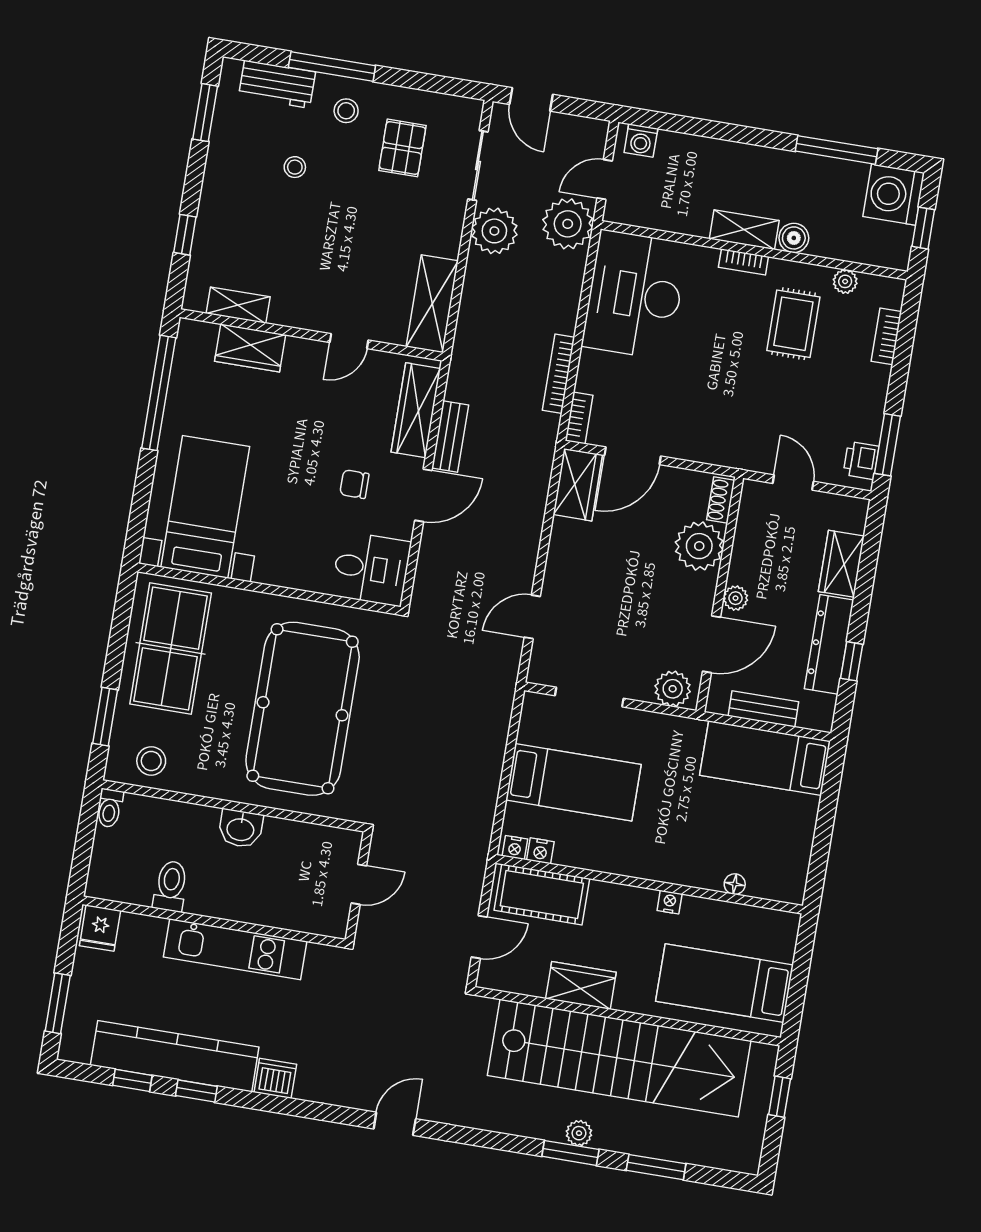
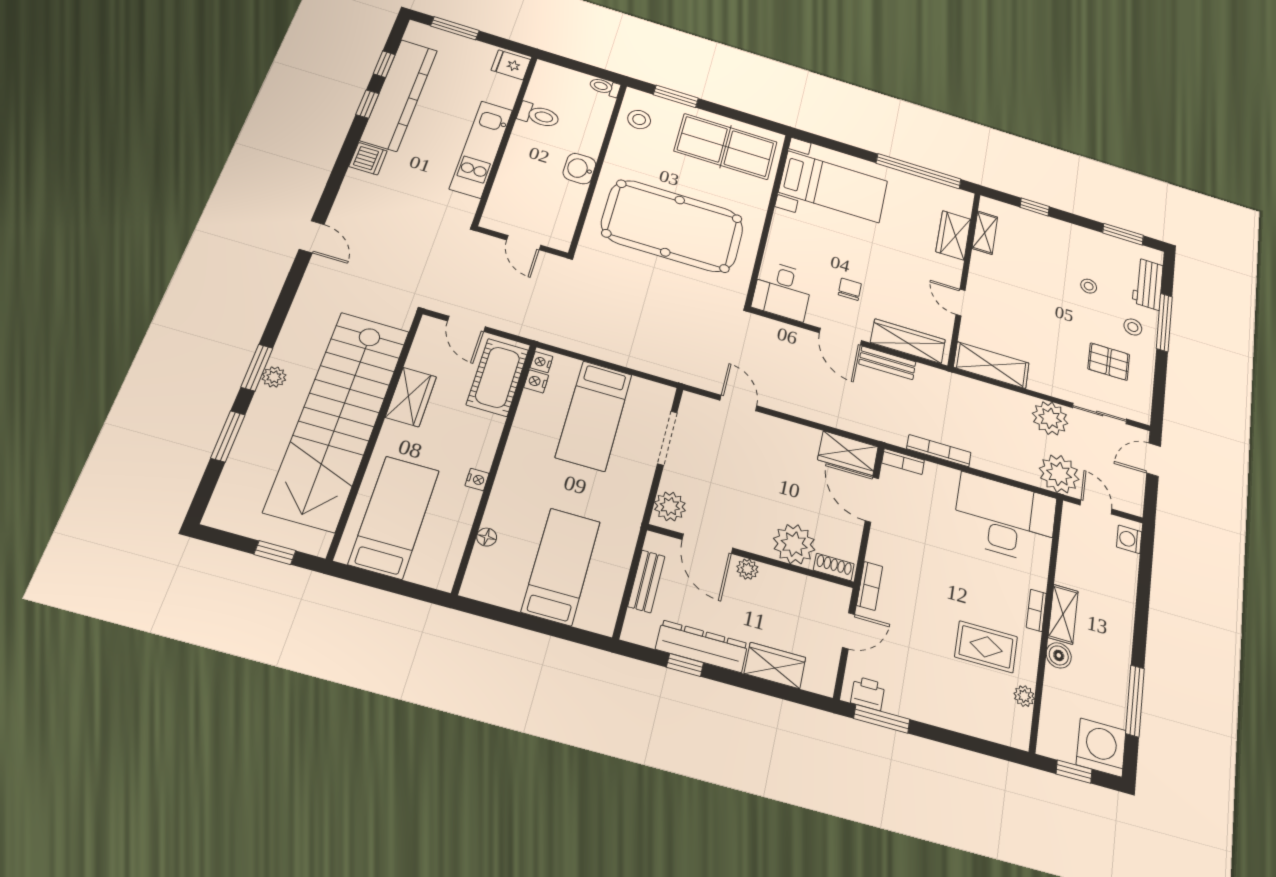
bookcase: (886, 336) -> (870, 586), moved, turned 90
bed: (765, 758) -> (561, 566), moved

